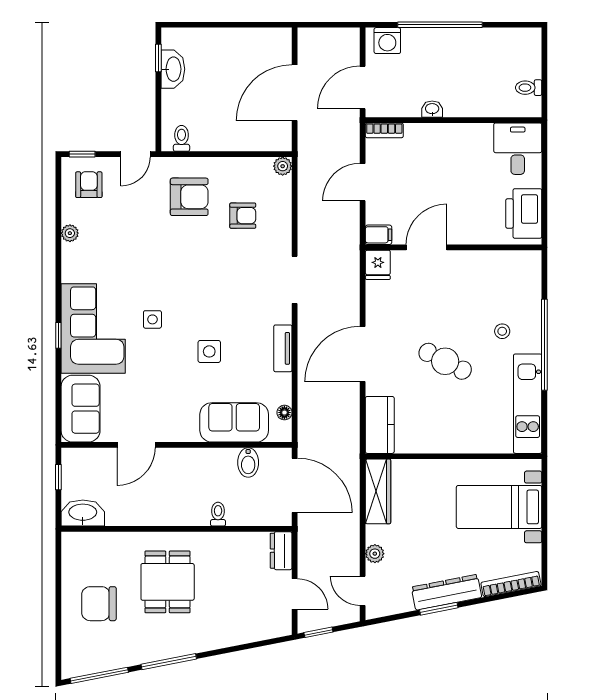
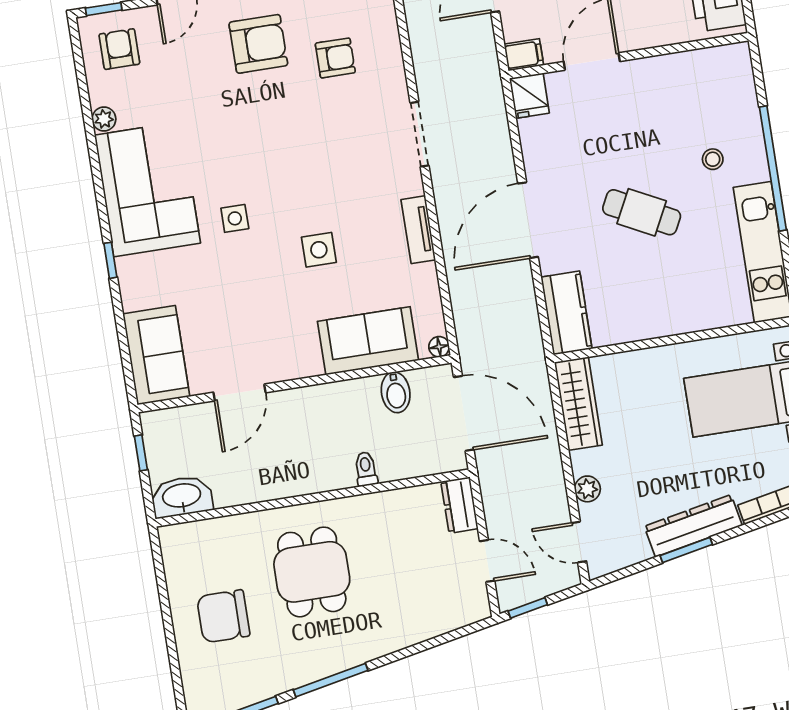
corner sofa: (93, 329) -> (147, 189), moved
floor lamp: (284, 413) -> (439, 347), moved

